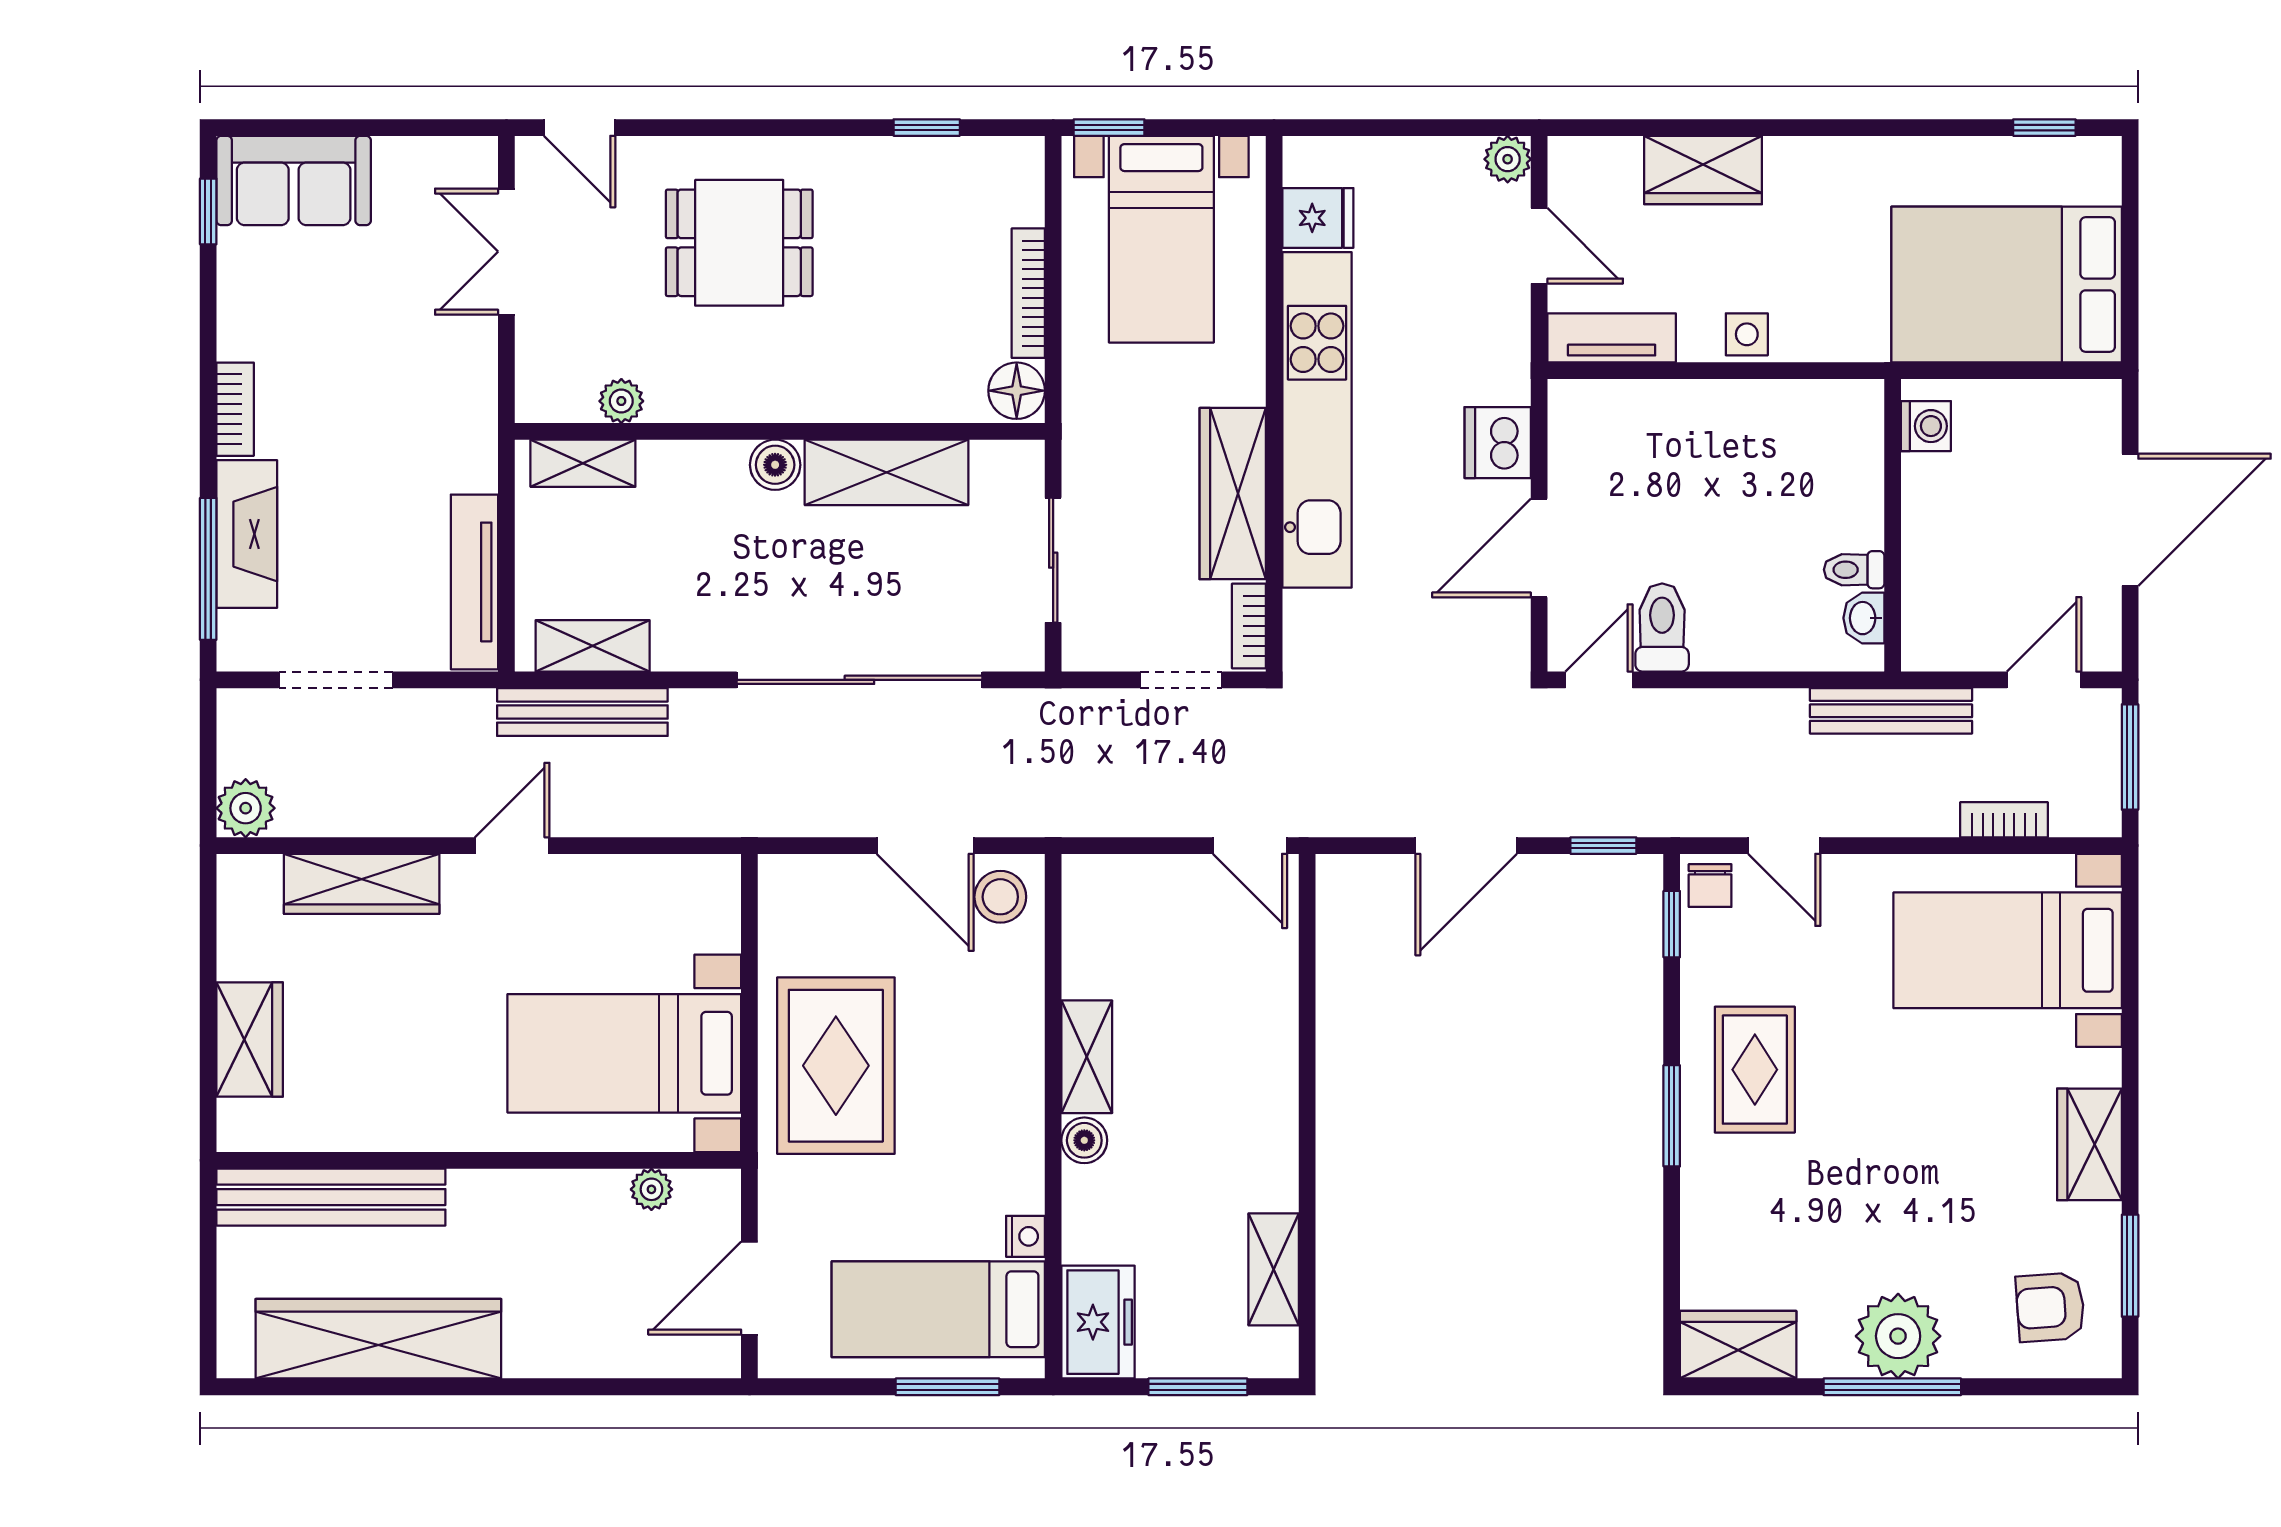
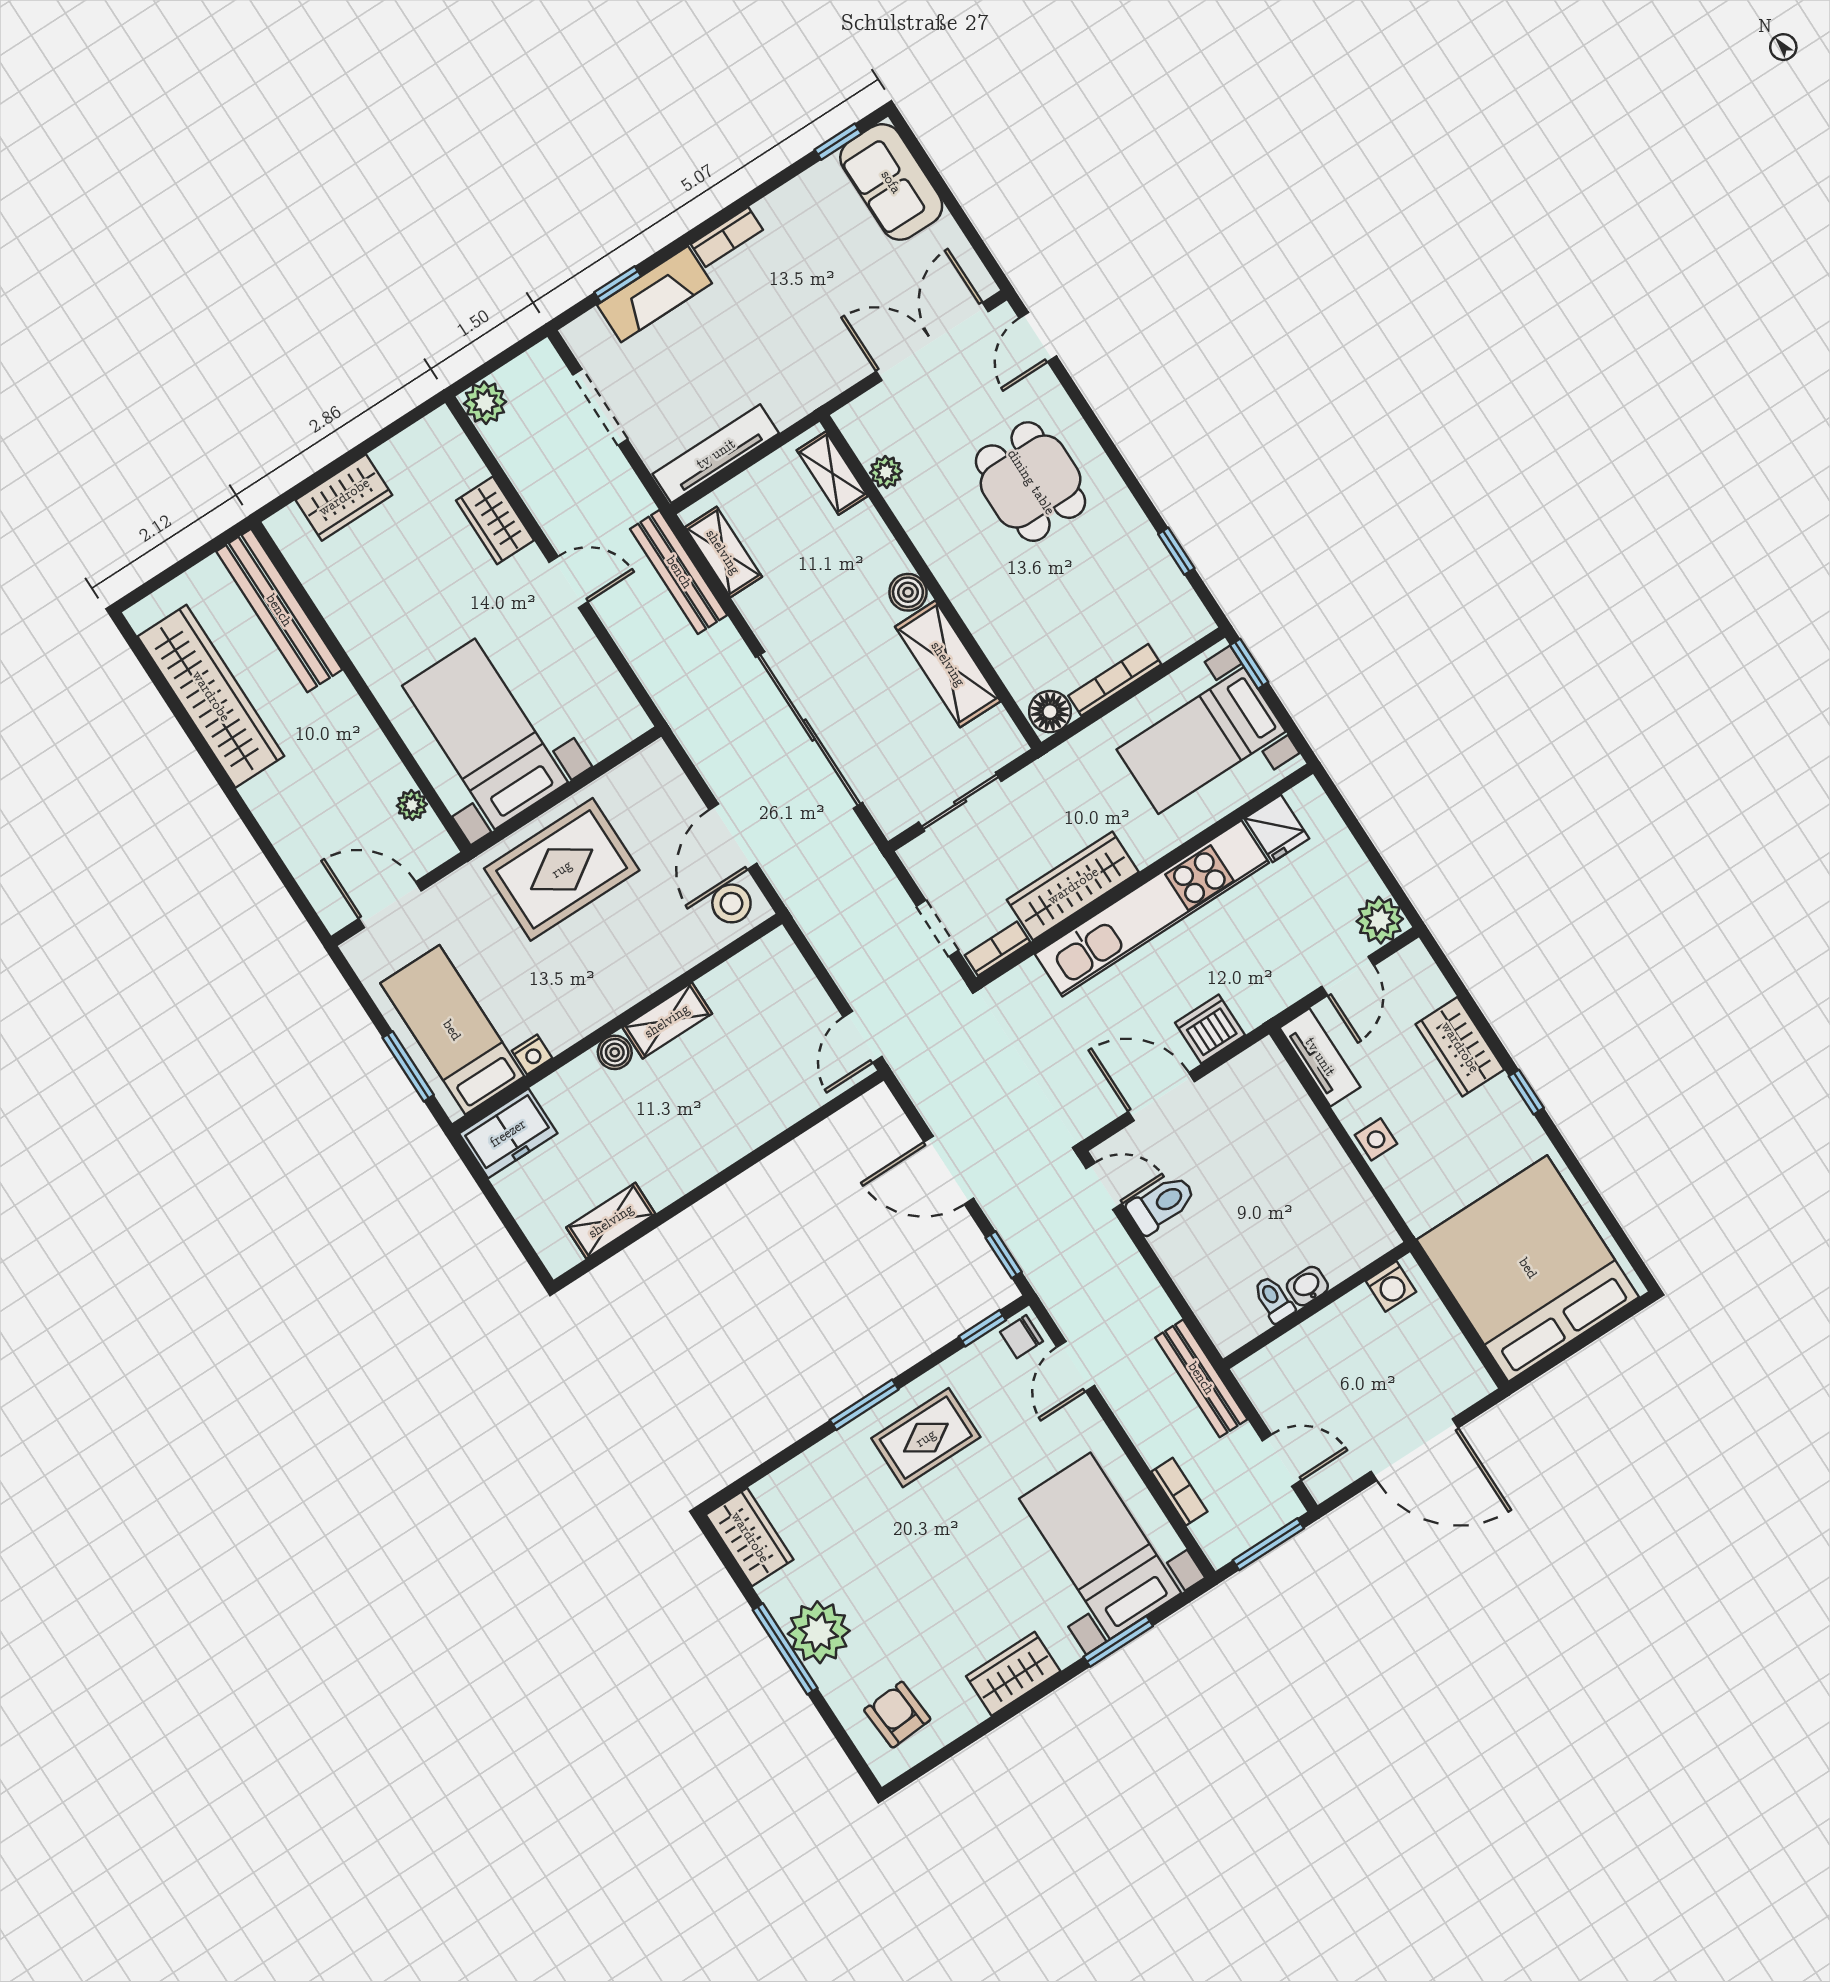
window: (2044, 128) -> (1526, 1092), moved
plant: (1508, 159) -> (1380, 920), width x1.38, depth x1.38
double door: (506, 252) -> (932, 342), width x1.37
bed: (2007, 285) -> (1528, 1268), width x1.36
window: (208, 569) -> (618, 284), width x0.46
washbasin: (1864, 618) -> (1307, 1286), moved
wardrobe: (362, 884) -> (495, 520), width x0.67
window: (2130, 1266) -> (1118, 1641), moved
window: (1198, 1387) -> (508, 1221), removed

